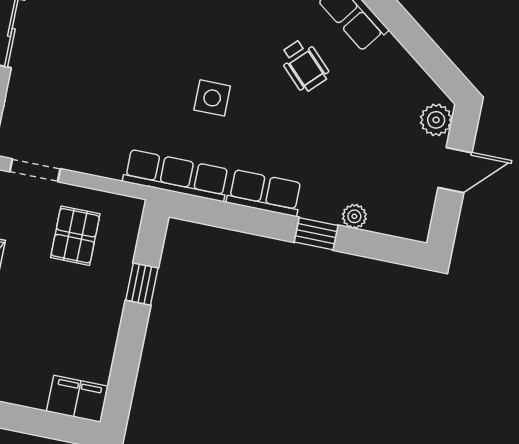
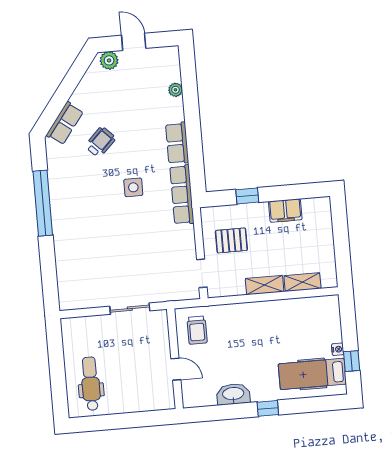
window: (316, 234) -> (191, 108), removed
filing cabinet: (77, 399) -> (285, 211), moved, turned -90

